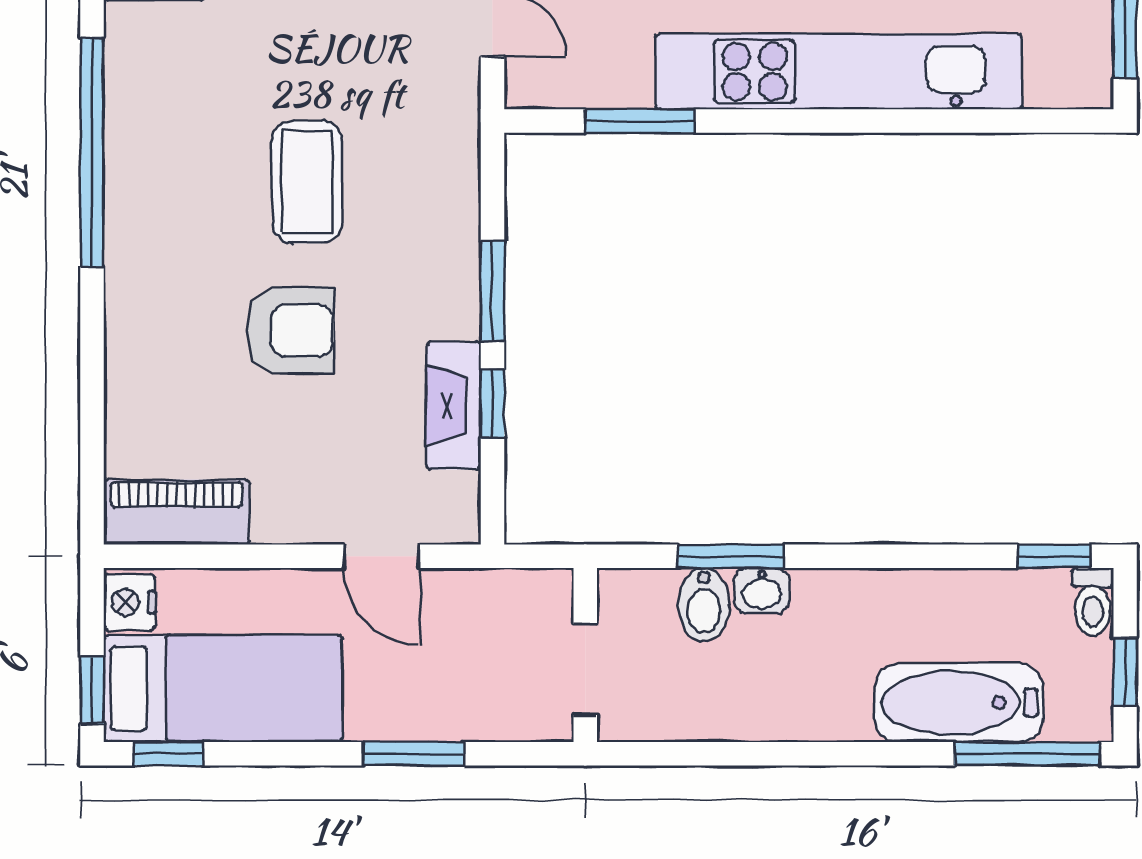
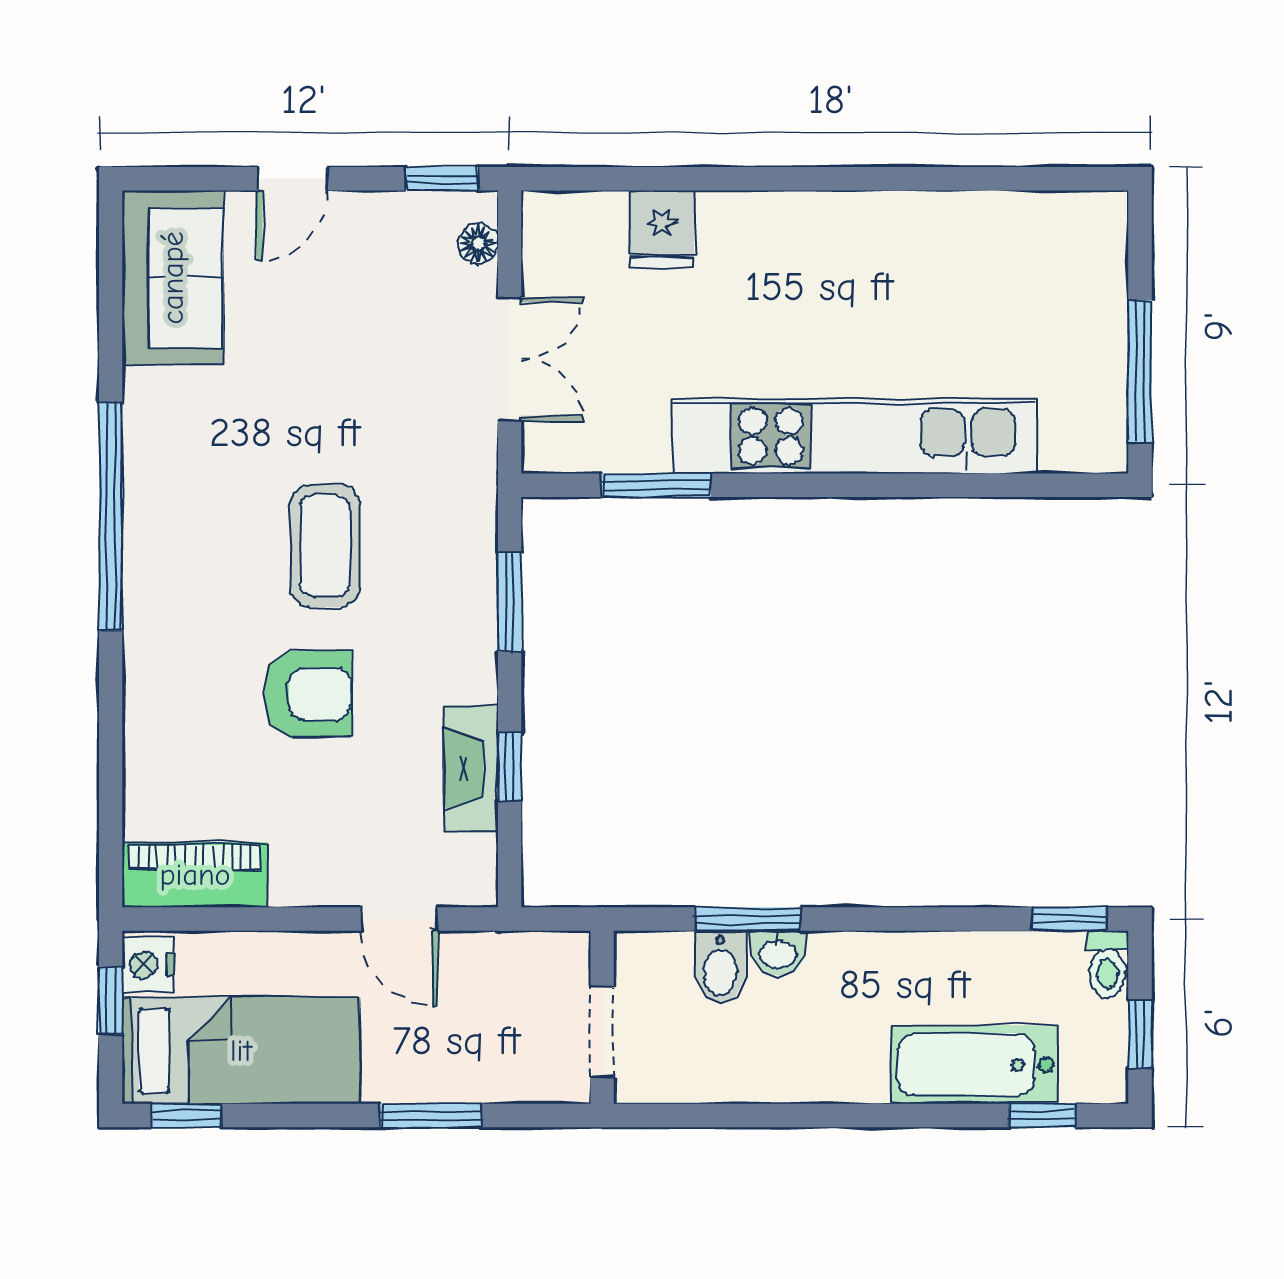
window: (492, 291) -> (510, 602), moved
window: (92, 690) -> (111, 1000), moved
window: (1027, 754) -> (1042, 1116), width x0.46

